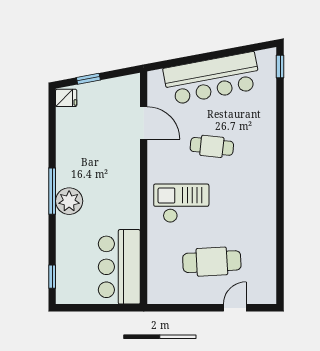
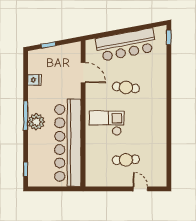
fridge: (66, 98) -> (34, 80), moved
cafe table: (212, 262) -> (126, 160), width x0.73, depth x0.74
bar counter: (119, 267) -> (68, 143), width x1.86
door: (235, 308) -> (140, 189), hinge flipped

